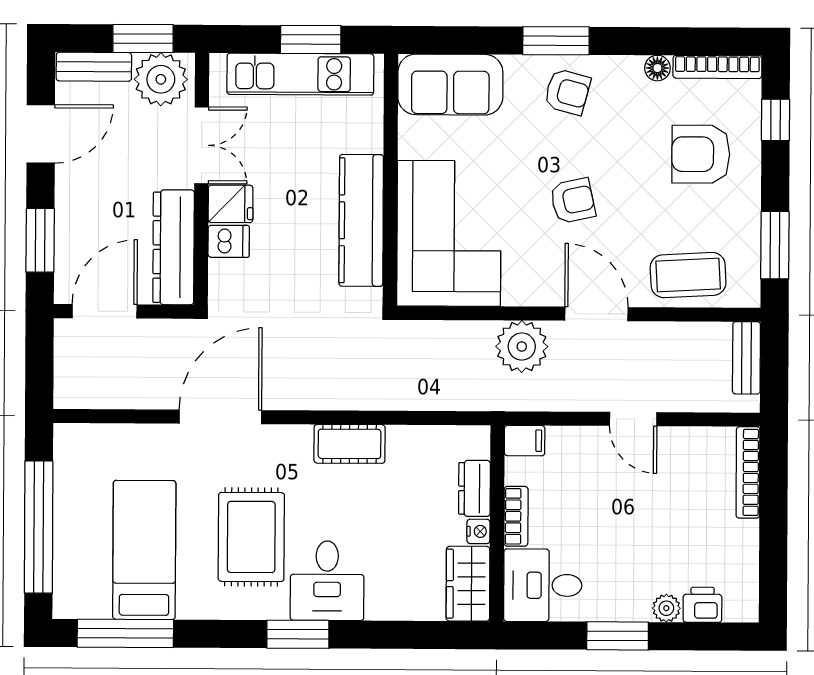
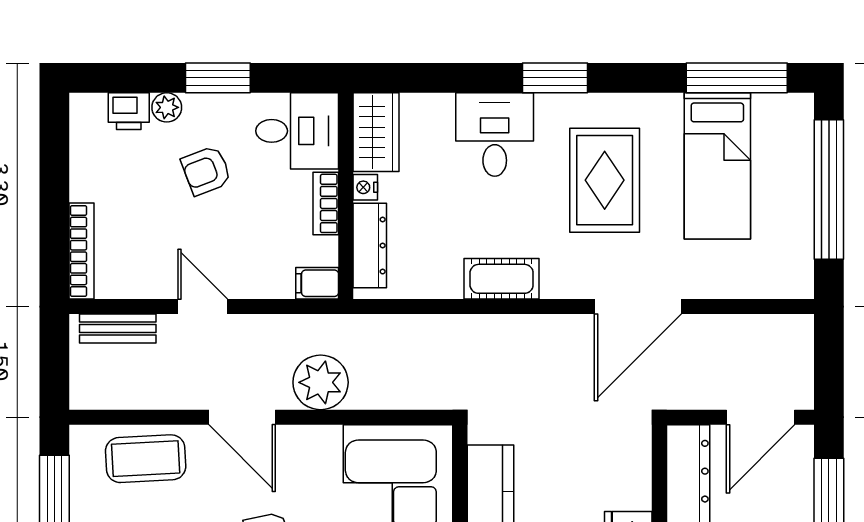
dishwasher: (229, 241) -> (630, 492), removed
bench: (746, 358) -> (118, 329), moved, turned 90
dresser: (474, 488) -> (370, 246), width x1.44
armchair: (629, 548) -> (206, 171), added
desk: (327, 581) -> (495, 135), moved

